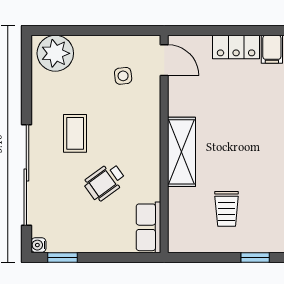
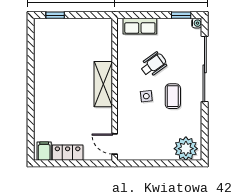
side table: (123, 76) -> (146, 96), moved
trolley: (227, 209) -> (74, 47), removed
row of seats: (149, 227) -> (140, 26), moved, turned 90

